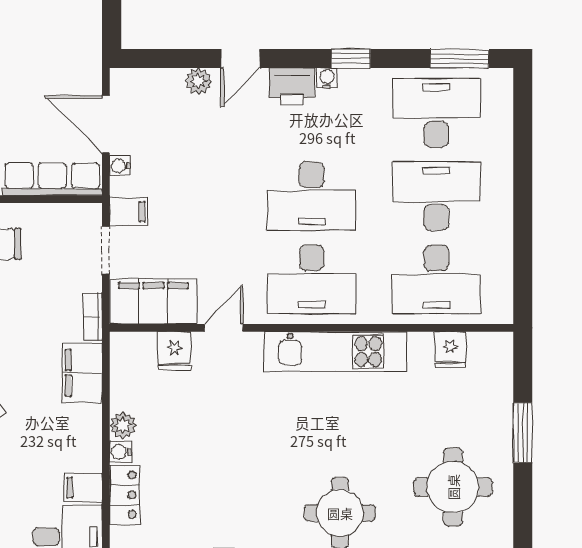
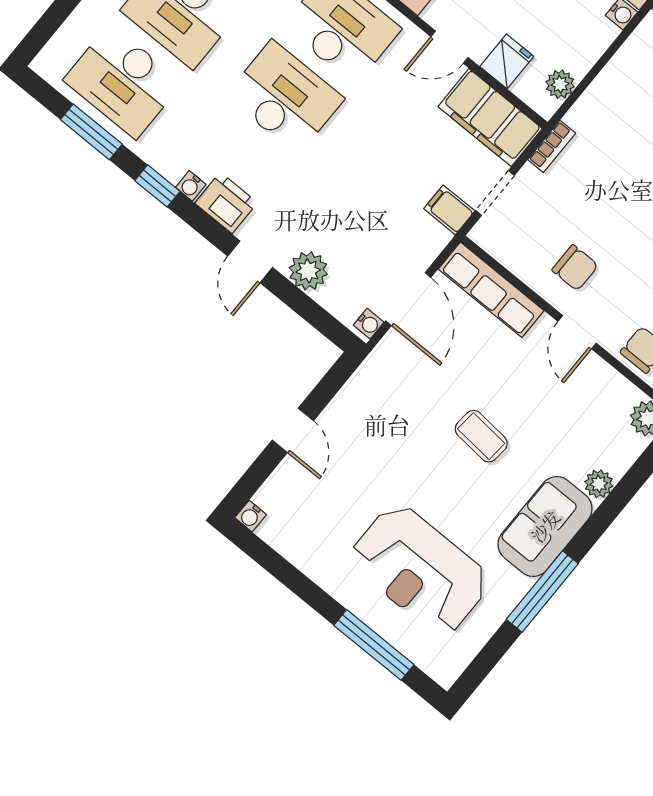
door: (240, 59) -> (250, 262), swing flipped
window: (460, 59) -> (91, 132), moved
plant: (199, 81) -> (308, 271), width x1.38, depth x1.38
water cooler: (120, 166) -> (369, 324), moved
filing cabinet: (82, 373) -> (599, 107), removed
plant: (123, 425) -> (560, 84), moved

